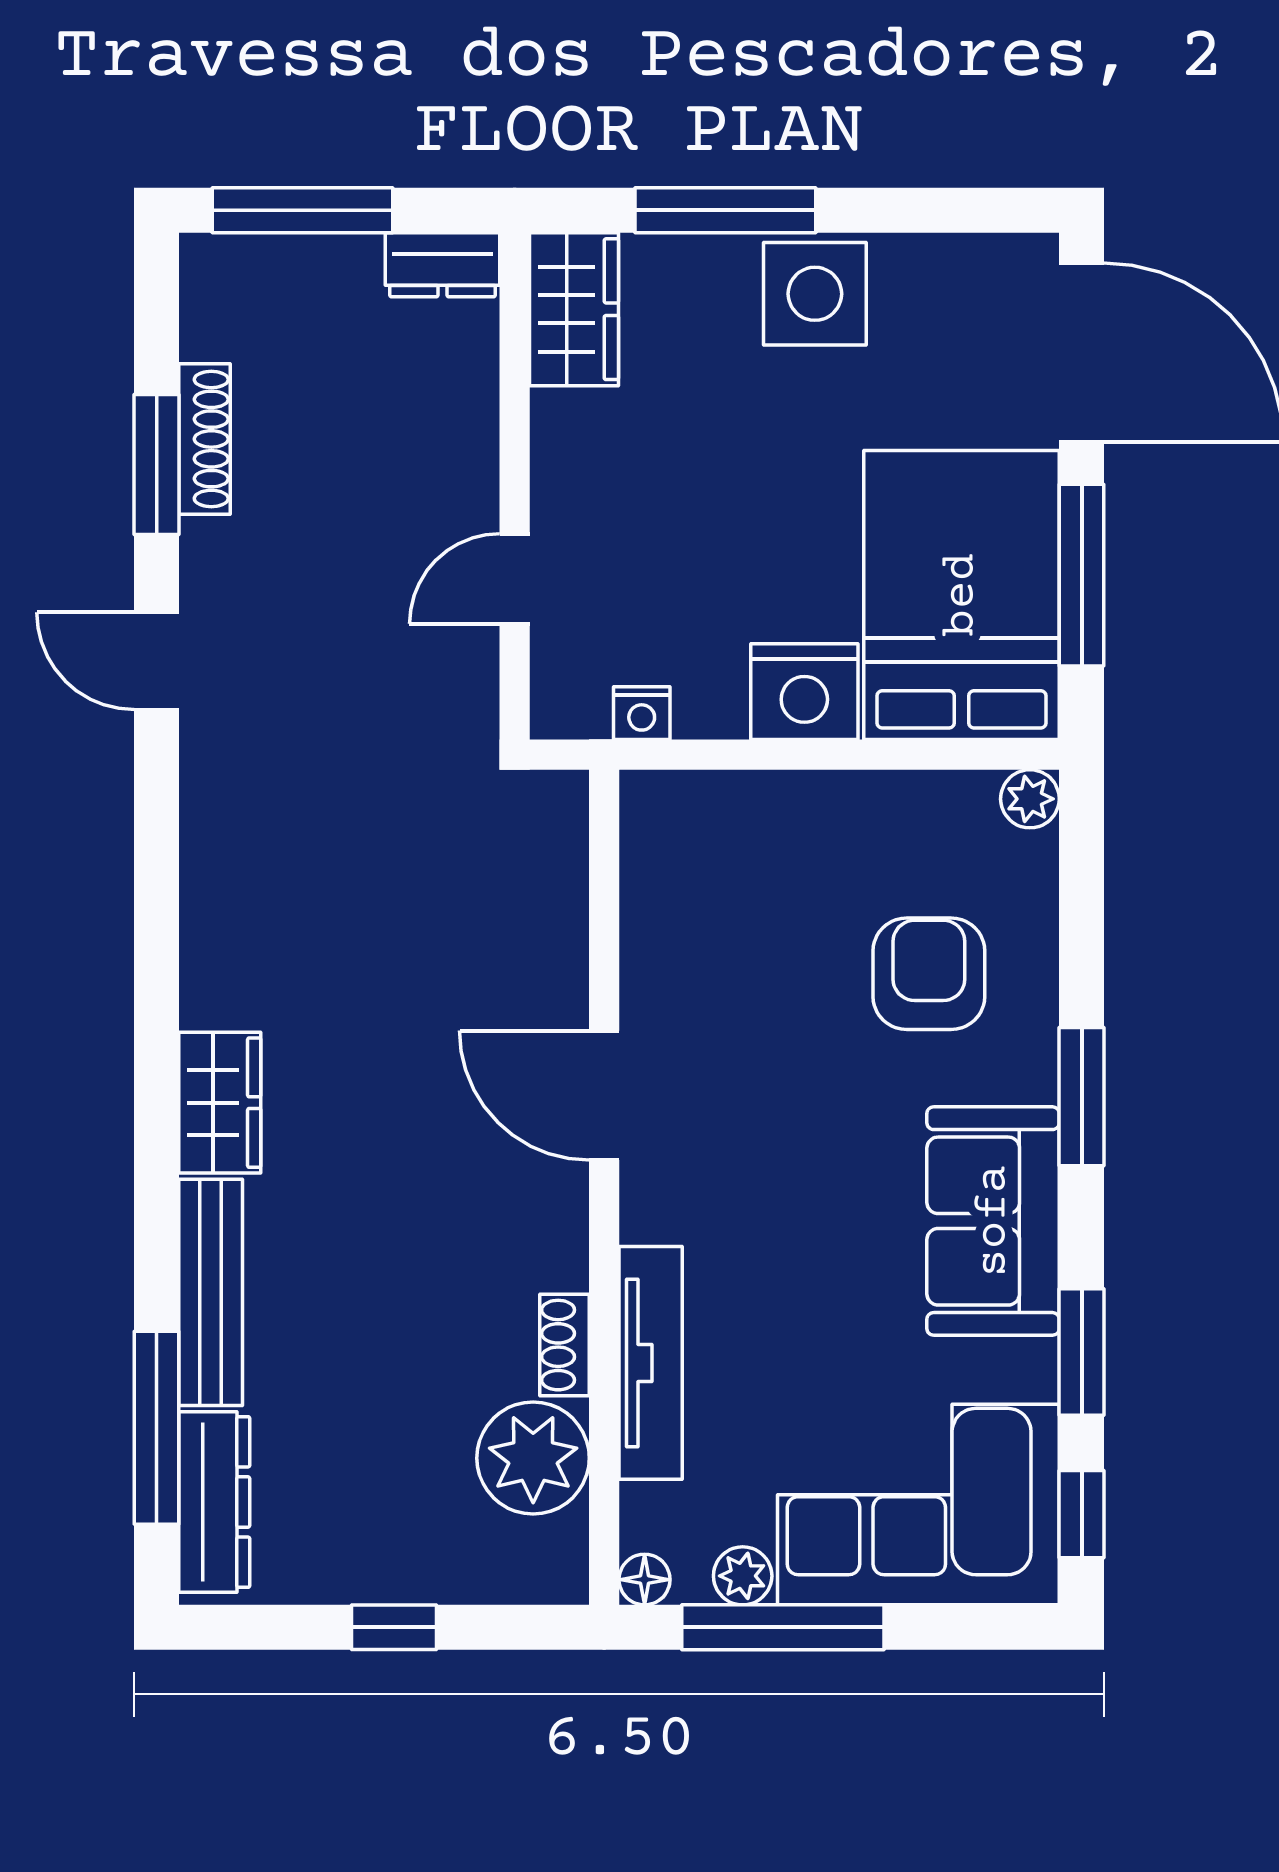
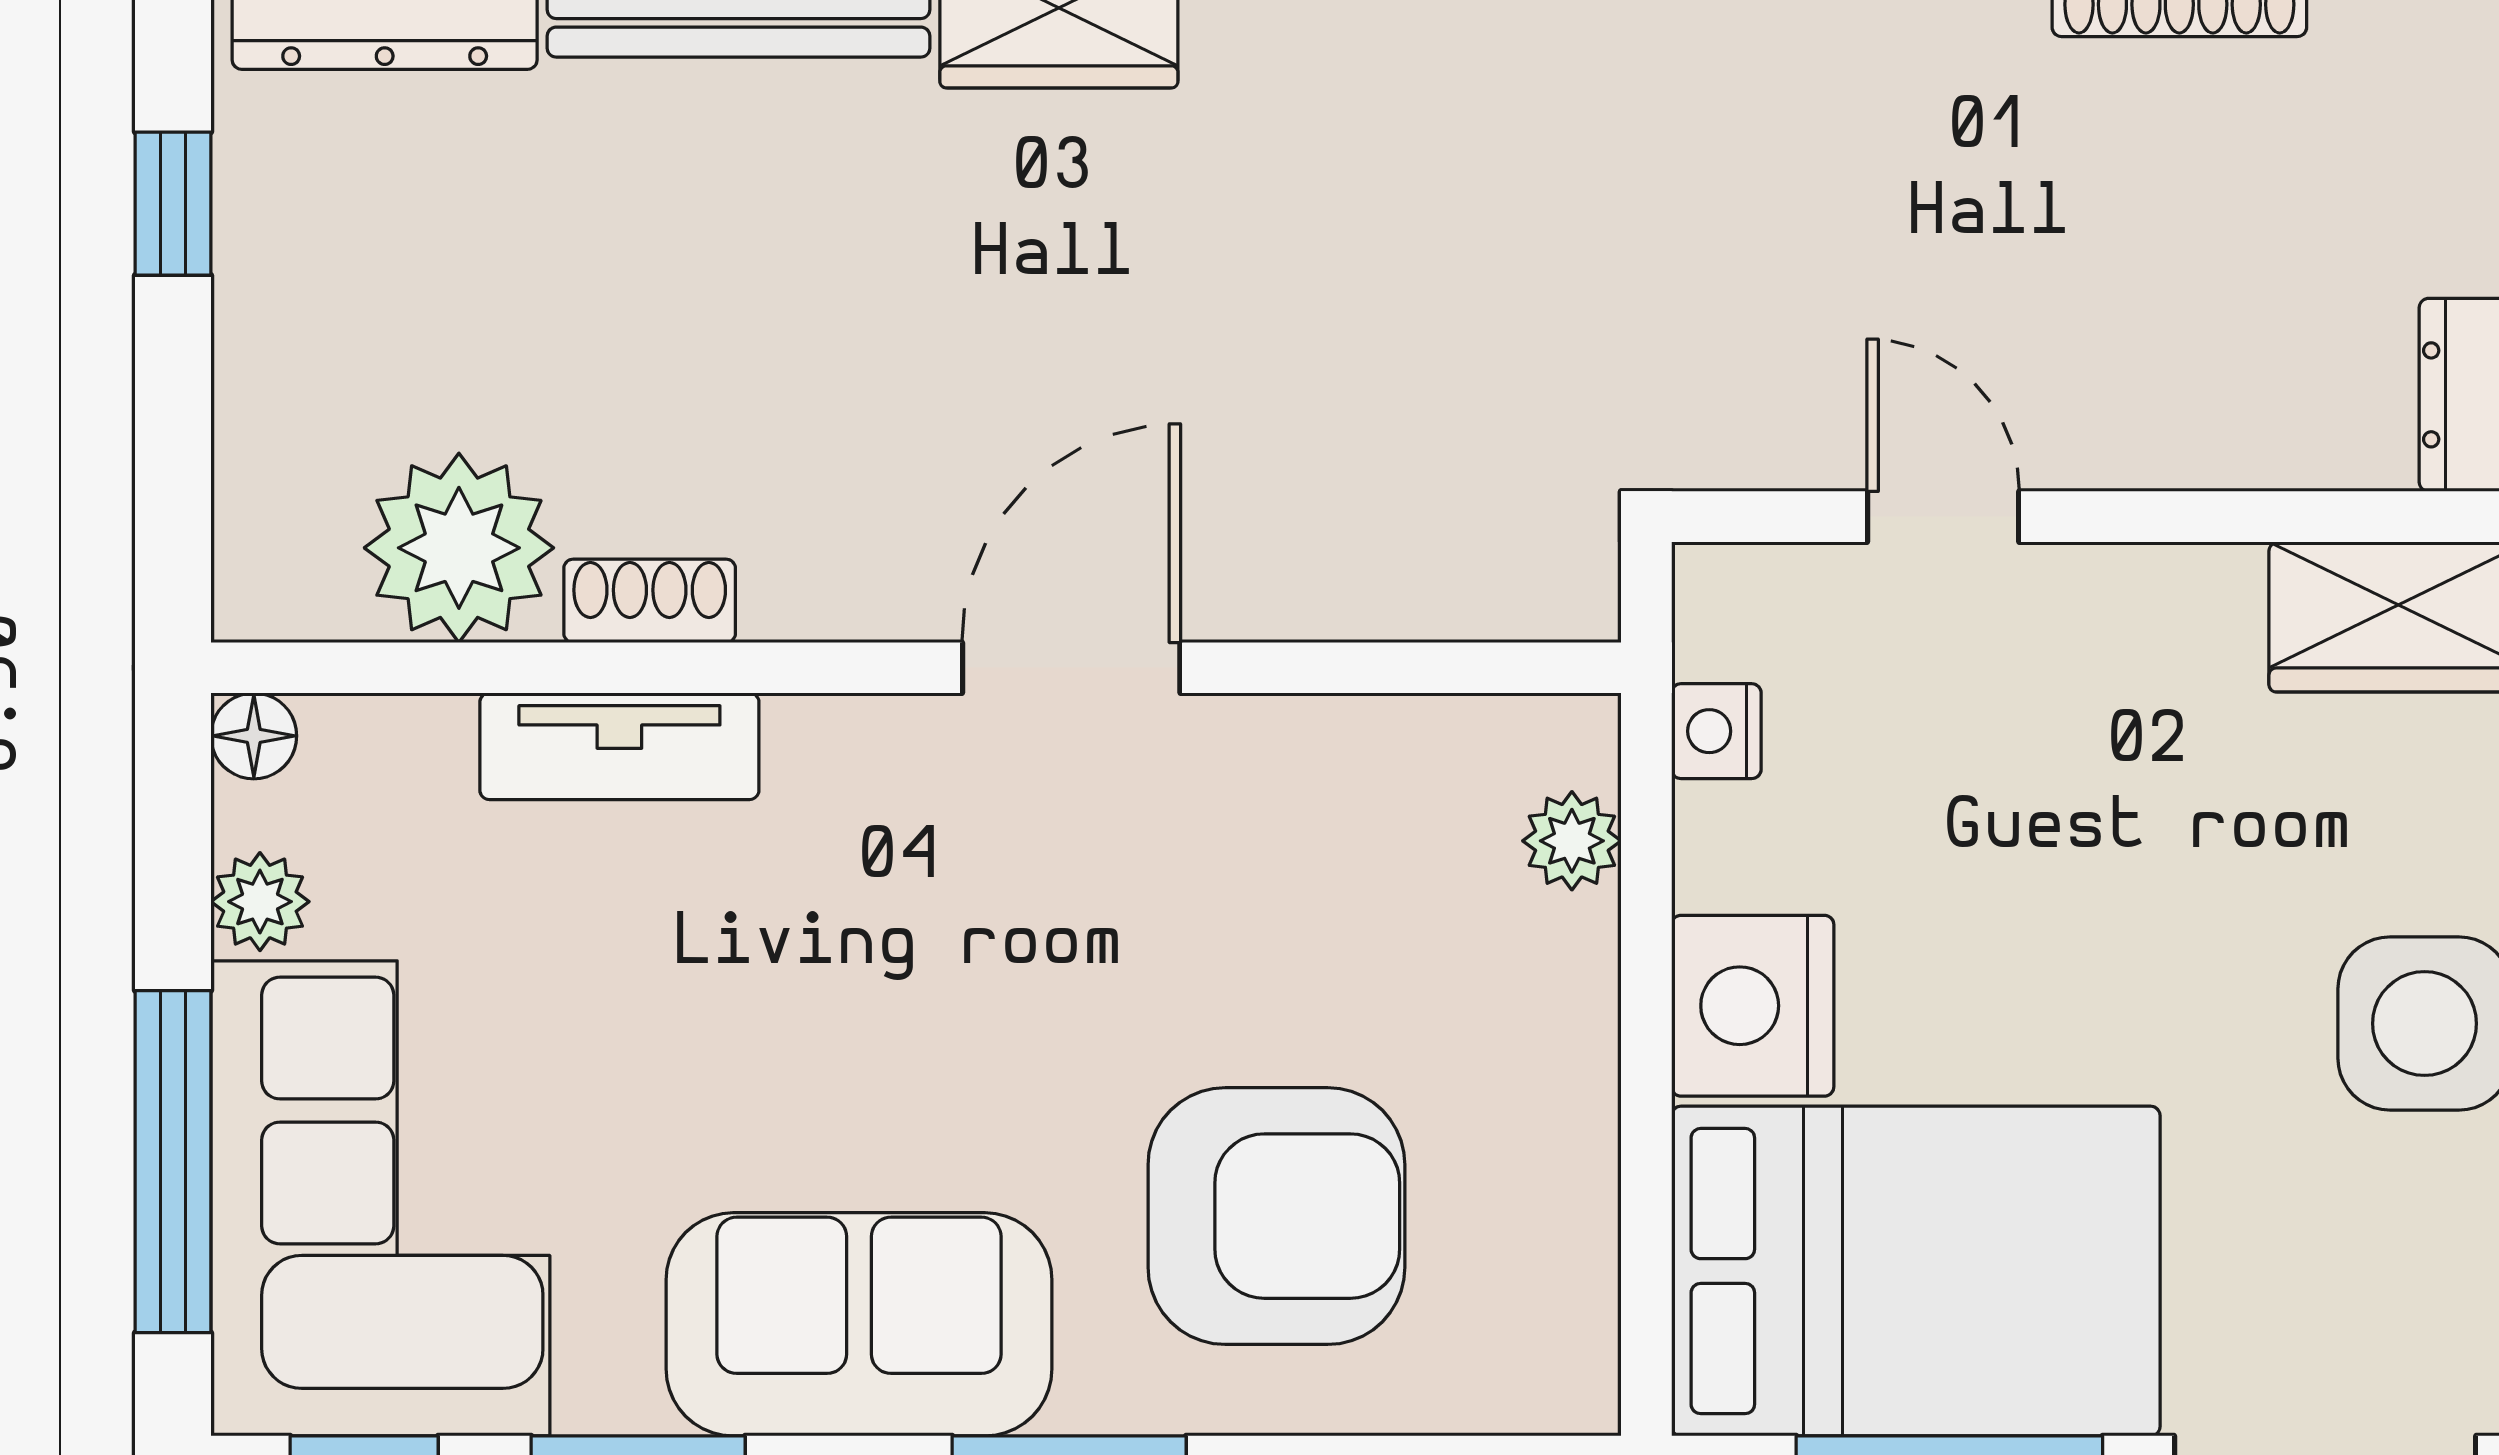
plant: (1030, 799) -> (1572, 841), moved
armchair: (929, 974) -> (1276, 1216), width x1.36, depth x1.36
tv unit: (651, 1363) -> (619, 746), width x0.71
window: (394, 1627) -> (173, 204), moved
window: (783, 1627) -> (173, 1162), moved

